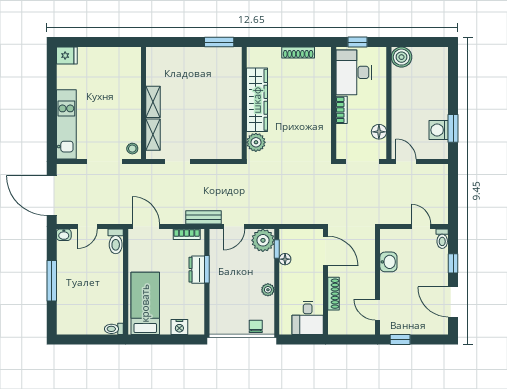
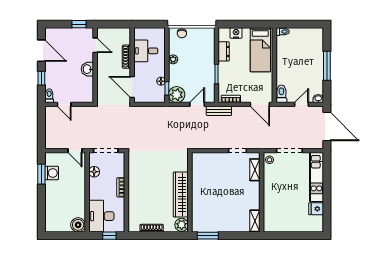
fridge: (67, 56) -> (316, 209), moved
desk: (354, 72) -> (101, 216), moved, turned 180
shelving: (153, 102) -> (255, 221), moved
plant: (256, 142) -> (182, 225), moved
washbasin: (388, 262) -> (87, 69), moved
dresser: (197, 270) -> (224, 51), moved
desk: (308, 318) -> (146, 51), moved, turned -90

